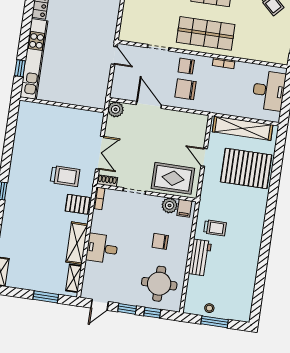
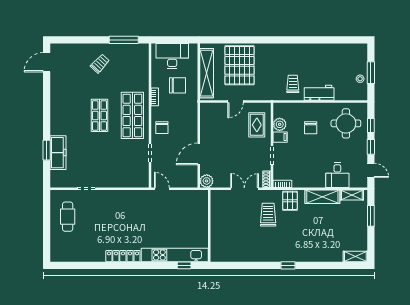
door: (114, 55) -> (162, 189), hinge flipped
chair: (186, 89) -> (177, 85), moved, turned -90
rug: (173, 178) -> (257, 125), width x0.73, depth x0.70
filing cabinet: (184, 208) -> (280, 137), moved
desk: (102, 248) -> (337, 175), moved

